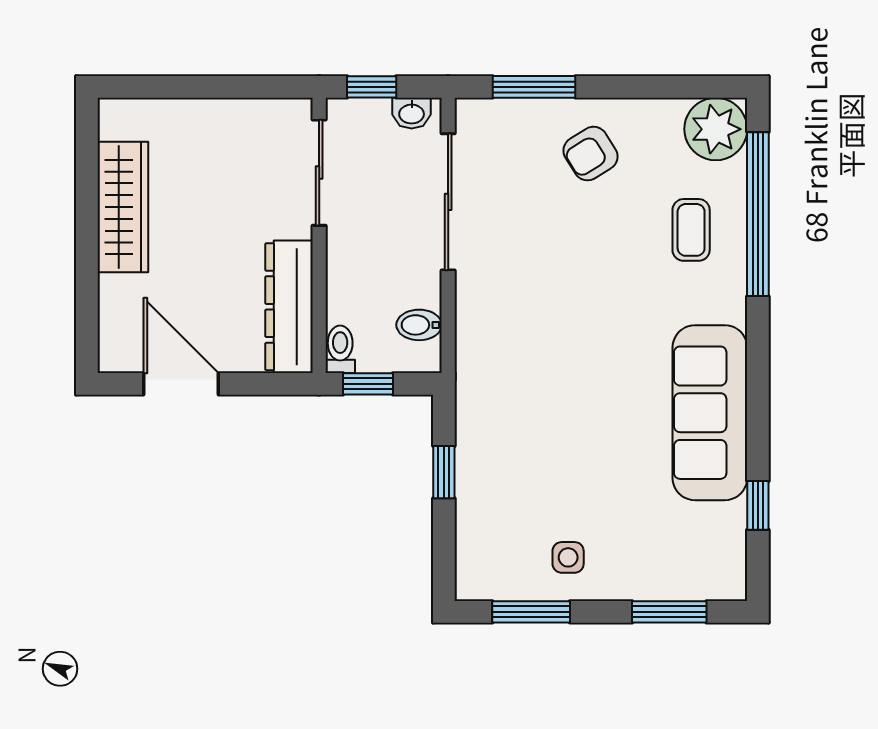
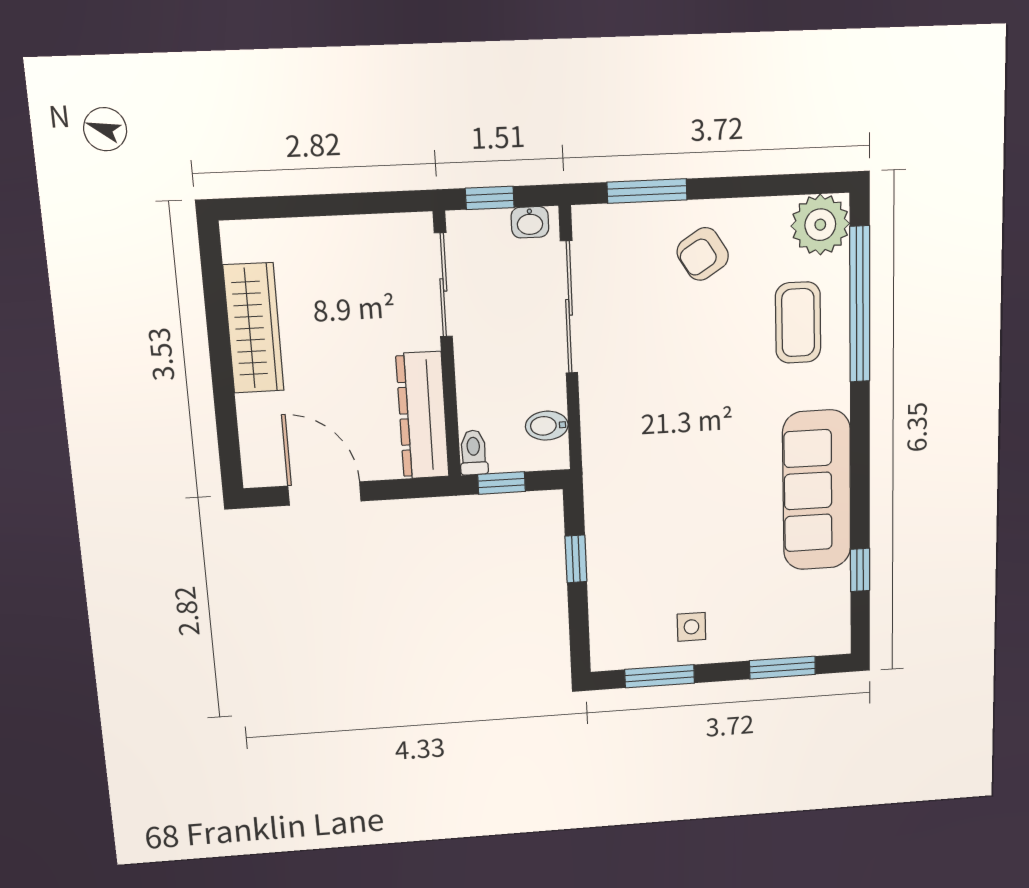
coffee table: (691, 230) -> (798, 323), width x1.36, depth x1.30

